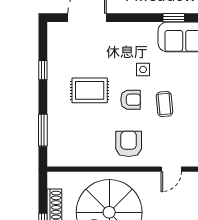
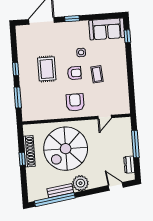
window: (174, 18) -> (72, 19), moved
window: (43, 70) -> (16, 69), moved
rug: (90, 90) -> (47, 69), turned 90

